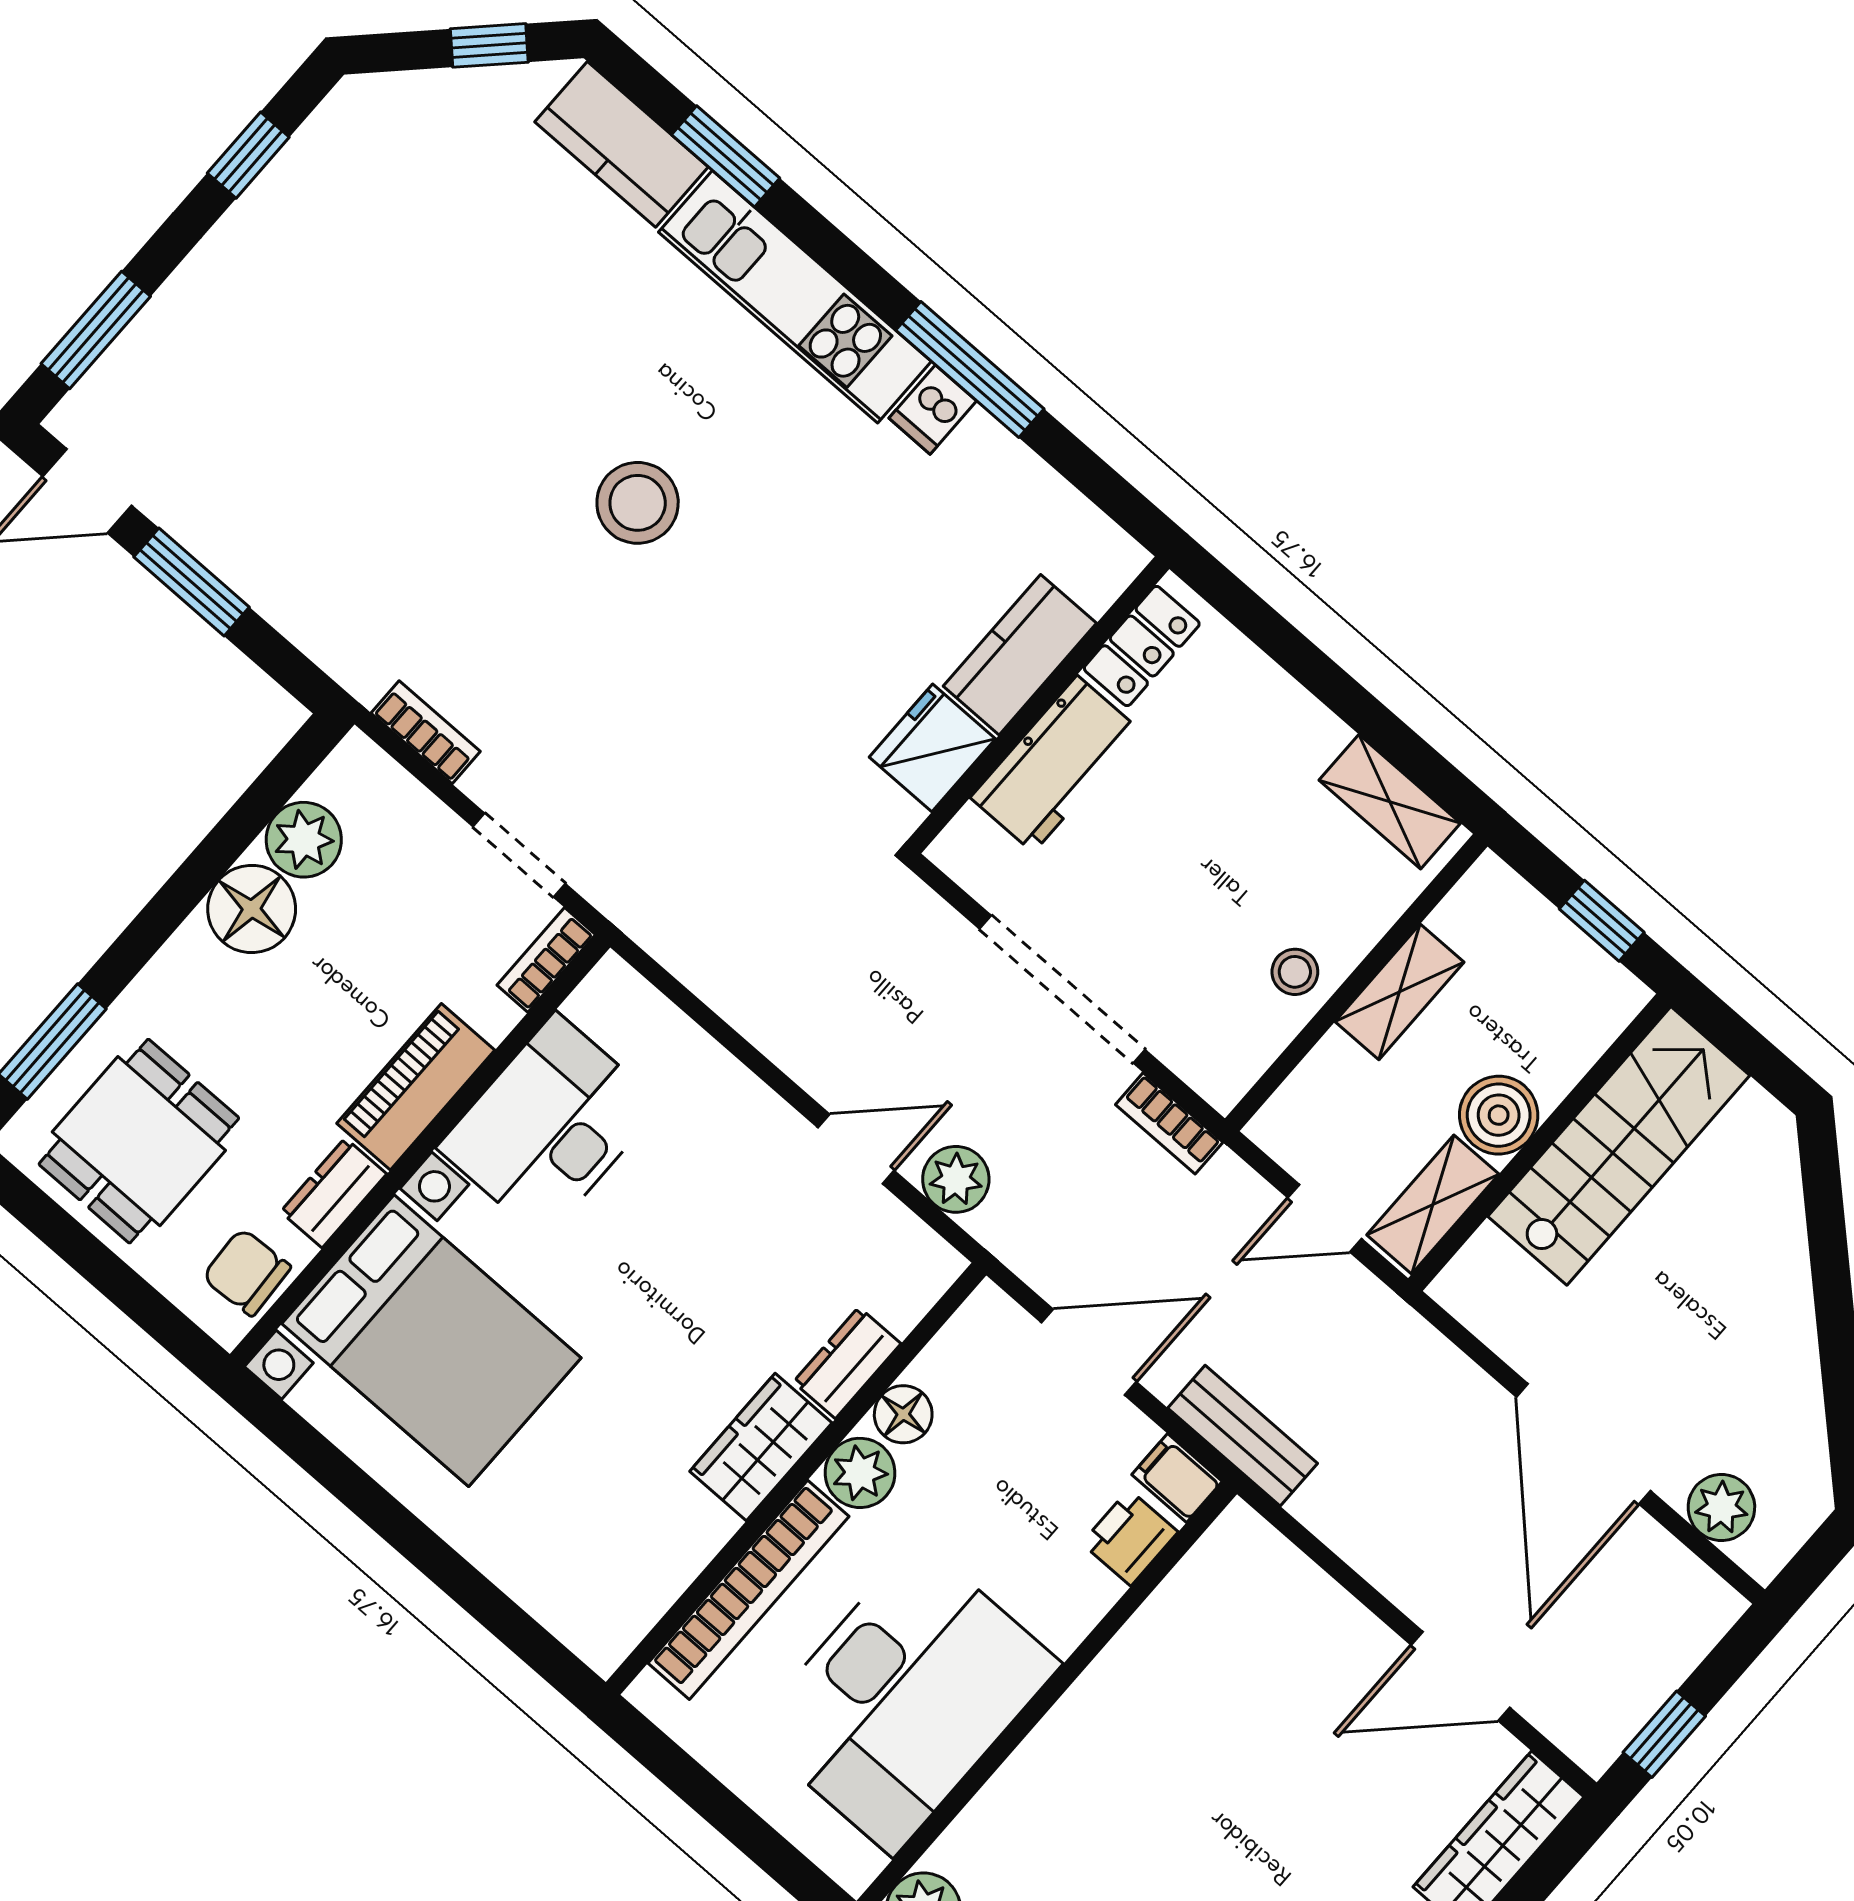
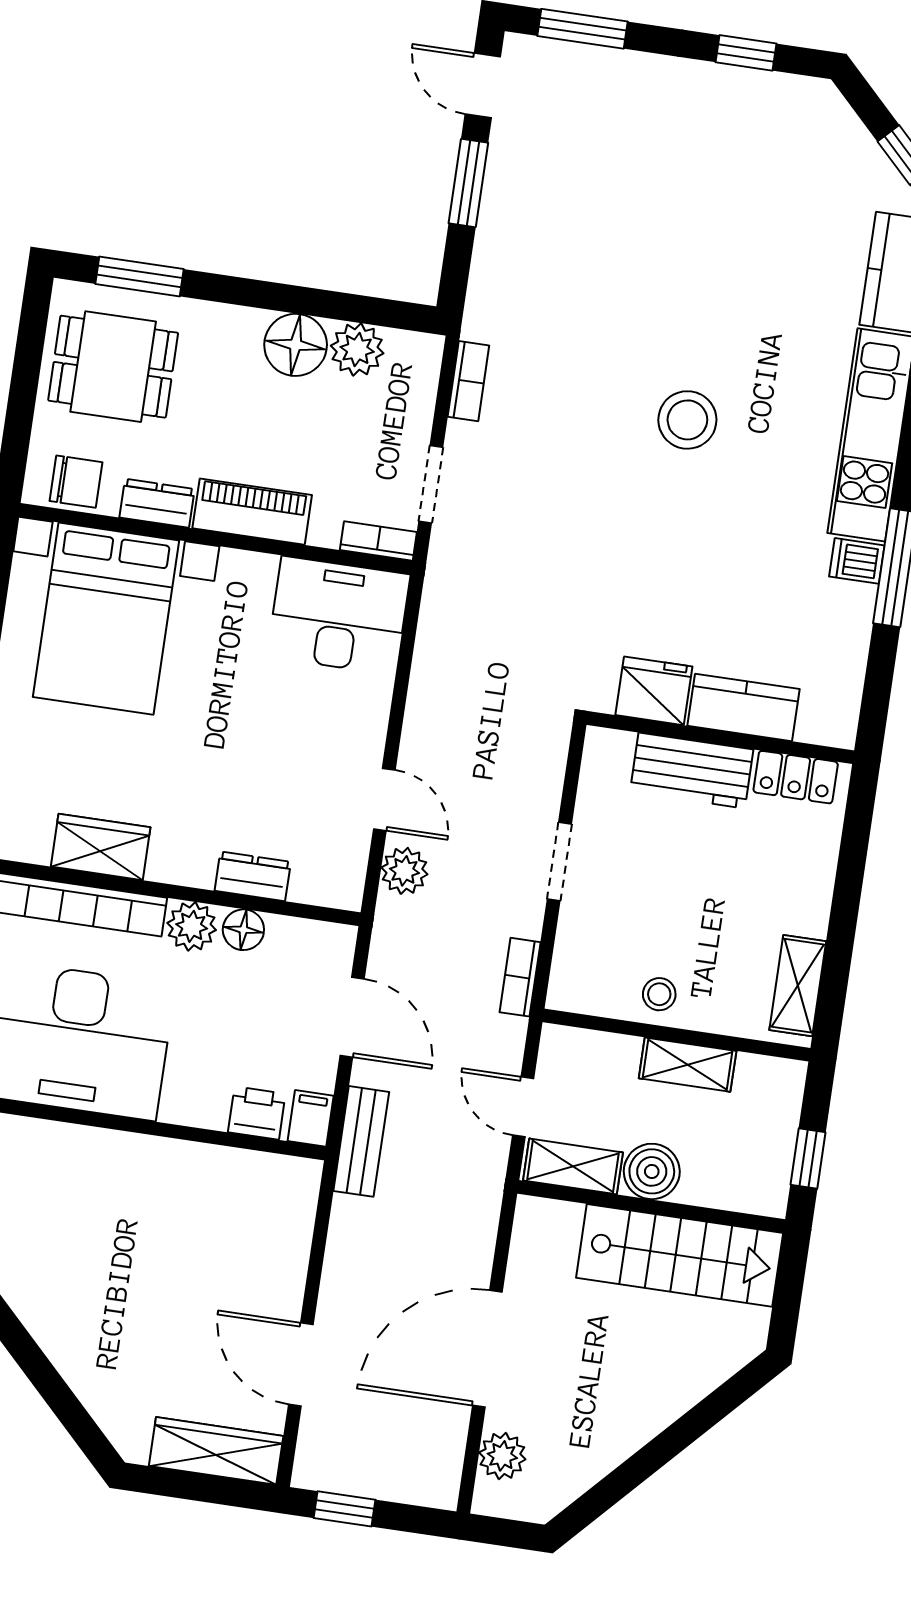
doorway: (1062, 989) -> (559, 862), width x0.53
desk: (549, 1126) -> (339, 616), moved
chair: (247, 1272) -> (76, 482), turned 93
wardrobe: (761, 1447) -> (101, 847), moved

